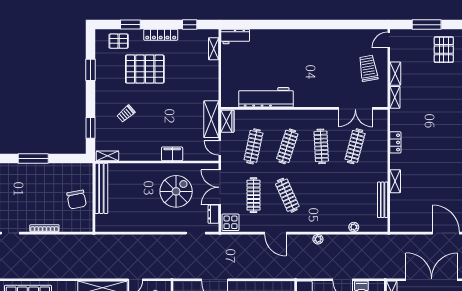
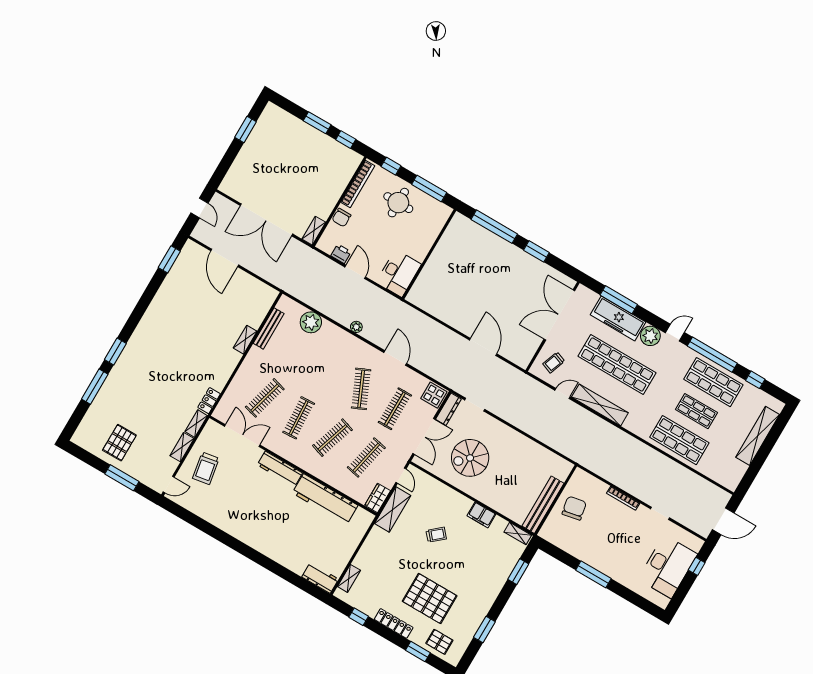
workbench: (313, 100) -> (280, 469), added
trolley: (126, 114) -> (436, 535), moved
locker: (395, 142) -> (209, 401), moved
filing cabinet: (172, 154) -> (481, 515), moved
dresser: (213, 214) -> (448, 409), width x1.44
plant: (354, 227) -> (311, 322), width x1.87, depth x1.87

